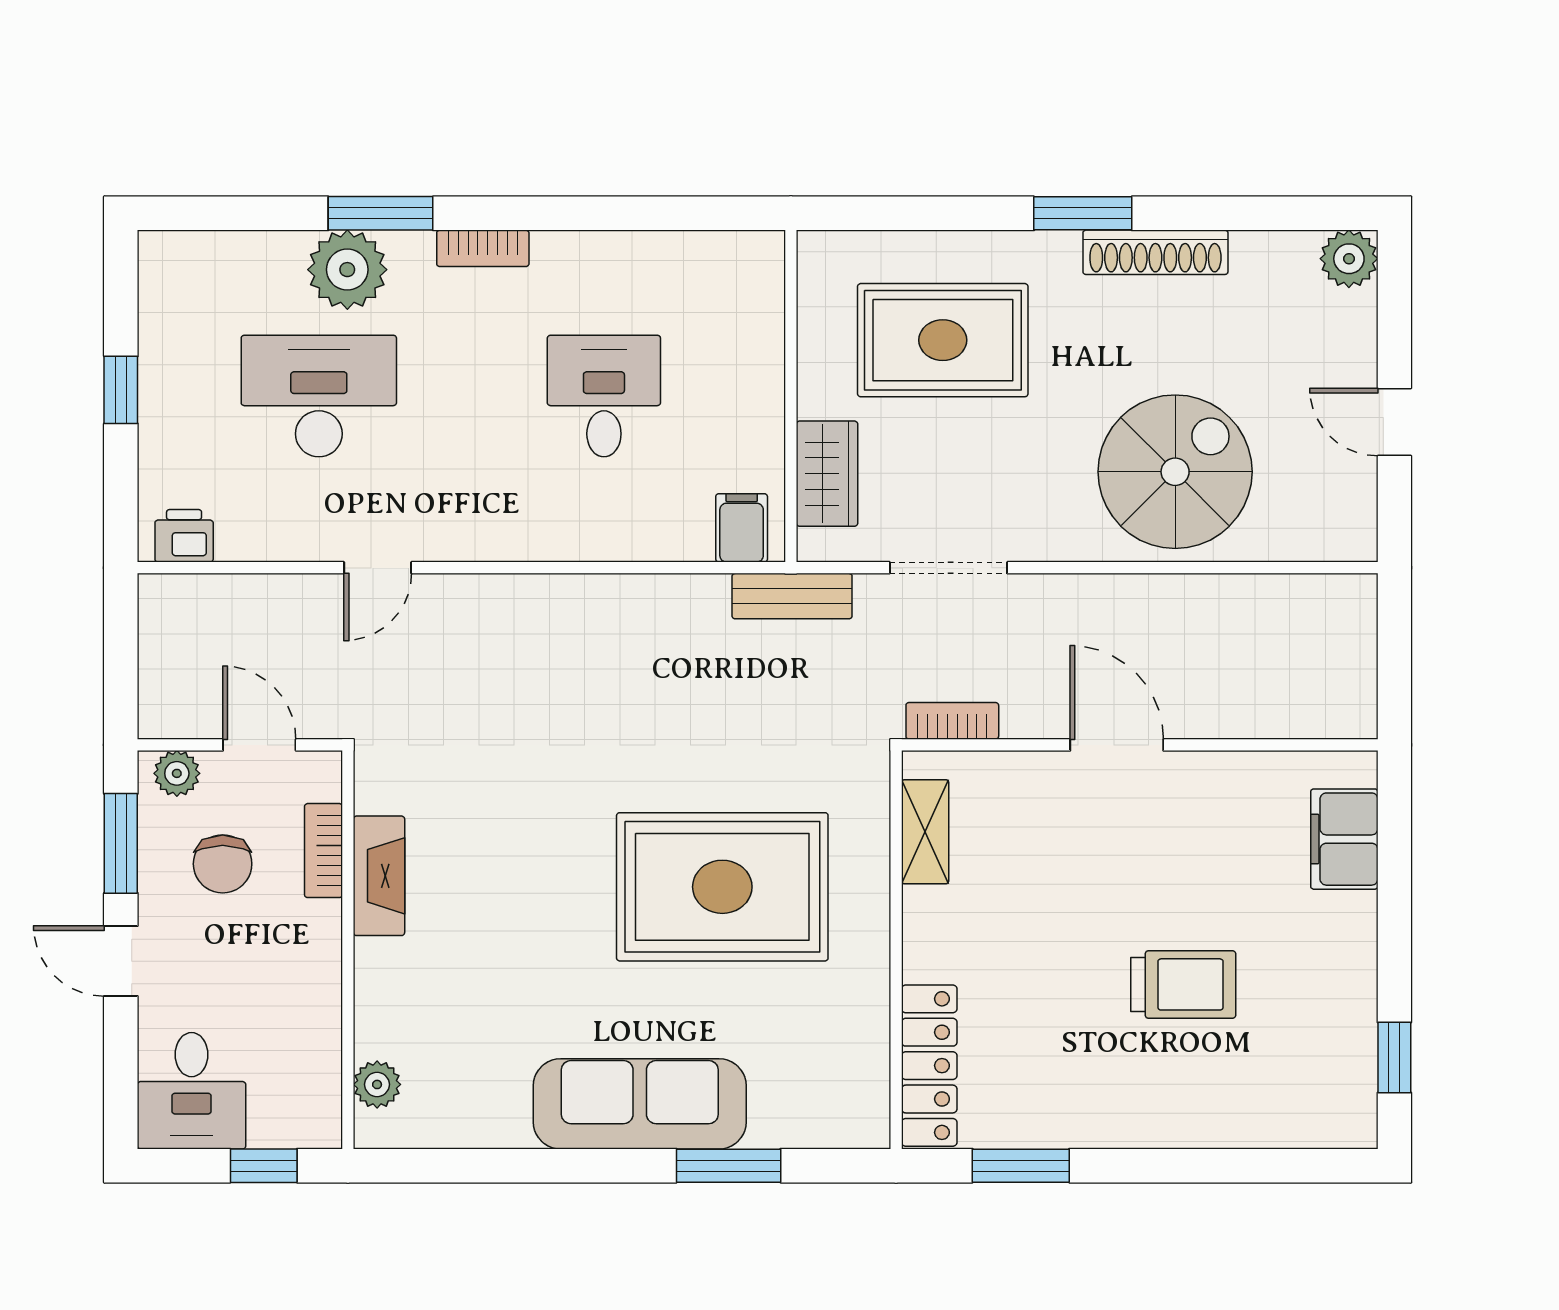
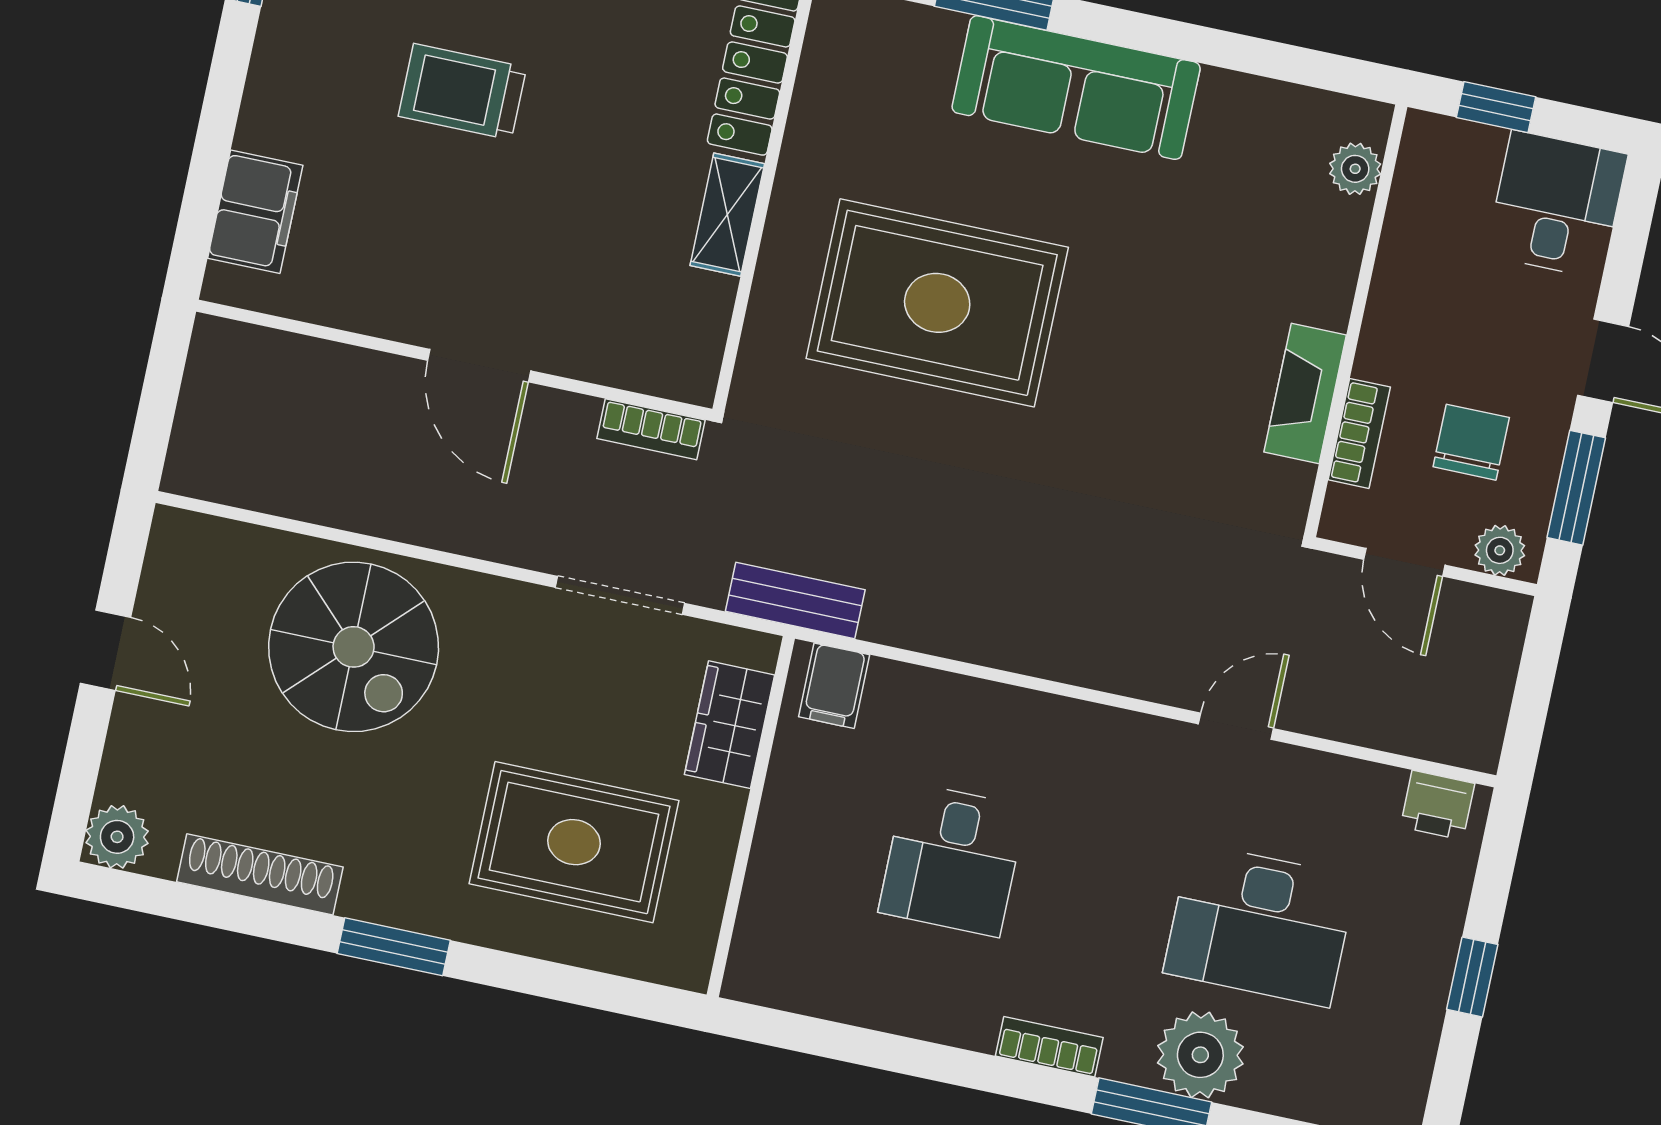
shoe rack: (1155, 252) -> (260, 874), moved
spiral stairs: (1175, 472) -> (354, 647), turned -90
shelving: (925, 832) -> (727, 215), moved

